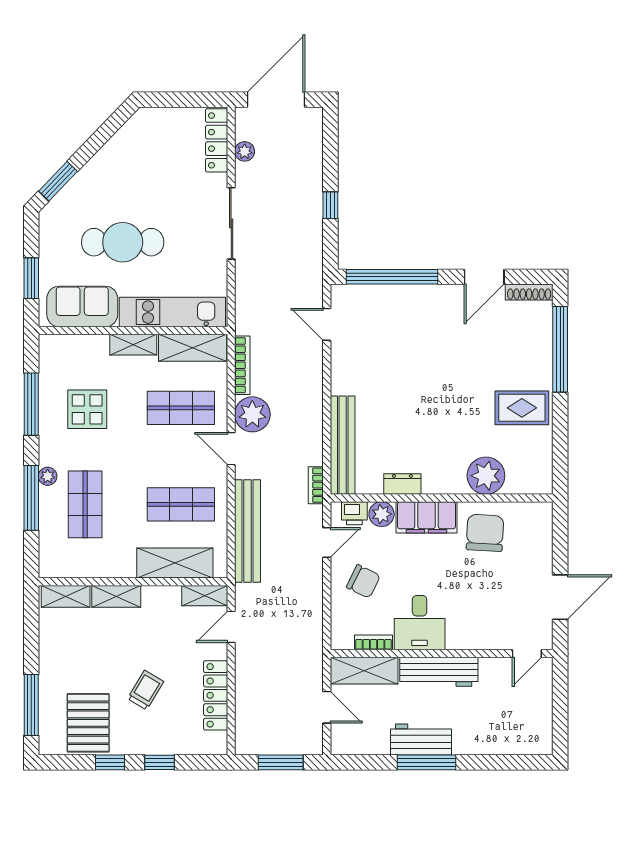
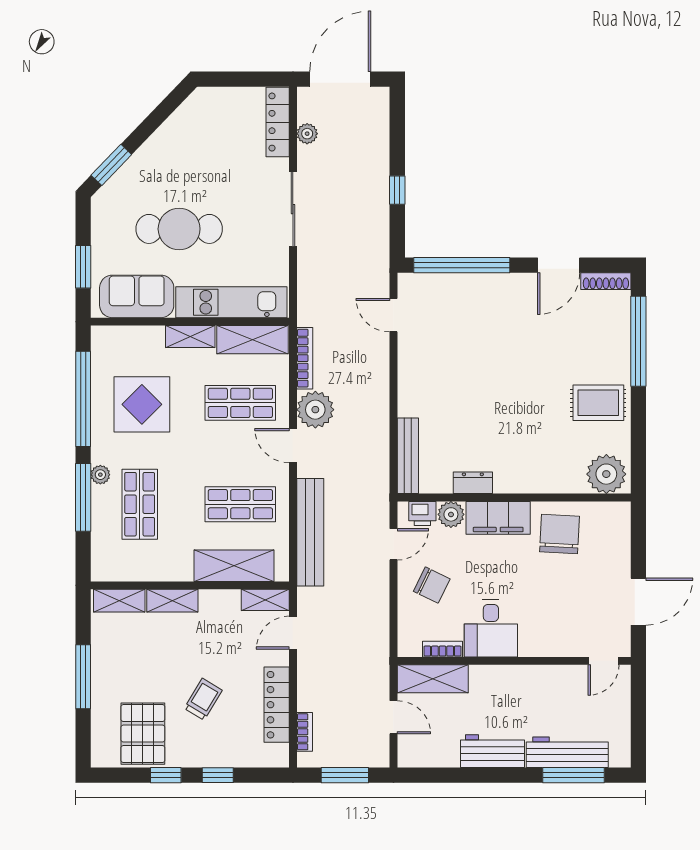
window: (31, 404) -> (83, 399), width x1.46
display table: (87, 409) -> (142, 404), width x1.36, depth x1.36
bench: (343, 445) -> (408, 456), width x0.73, depth x0.82
plant: (486, 476) -> (606, 474), moved
bookcase: (316, 485) -> (305, 732), moved, turned 180
workbench: (439, 672) -> (567, 752), moved, turned 180
window: (31, 705) -> (83, 677), moved
window: (426, 762) -> (574, 775), moved

